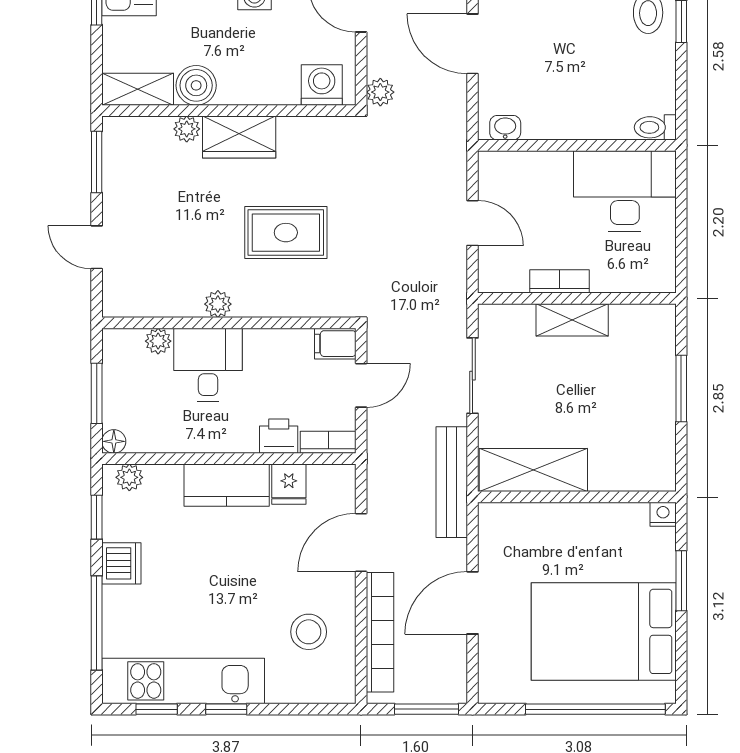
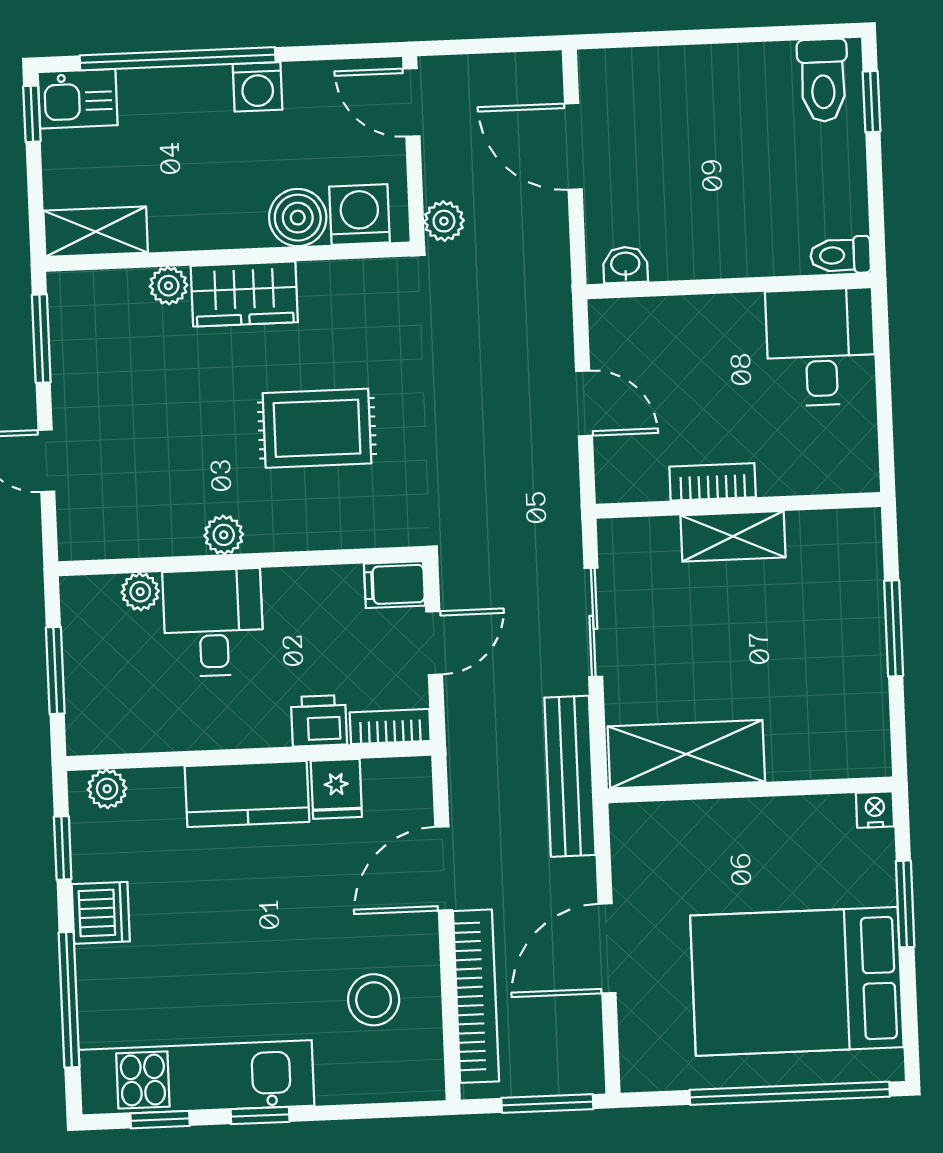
boiler: (196, 85) -> (298, 218), moved
desk: (625, 191) -> (821, 347), width x0.73
floor lamp: (114, 441) -> (83, 738), removed

